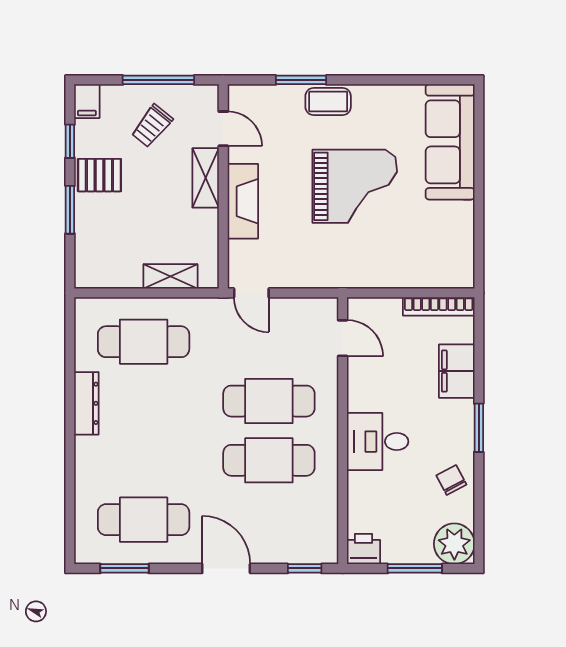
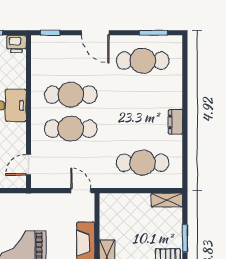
shelving: (170, 276) -> (167, 200), moved
door: (343, 338) -> (29, 165), hinge flipped
dresser: (86, 403) -> (175, 122), width x0.70

